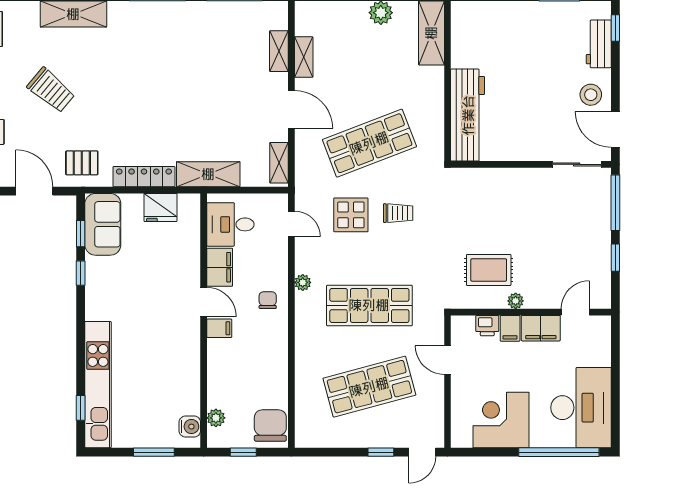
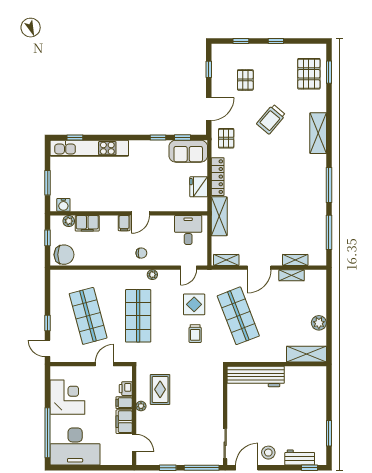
filing cabinet: (220, 267) -> (87, 223), moved

